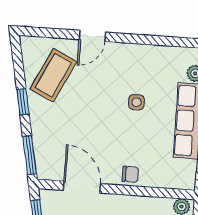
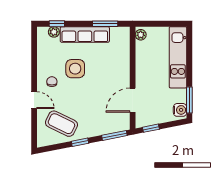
side table: (136, 102) -> (75, 69), width x1.87, depth x1.87
chair: (130, 174) -> (52, 82), moved

